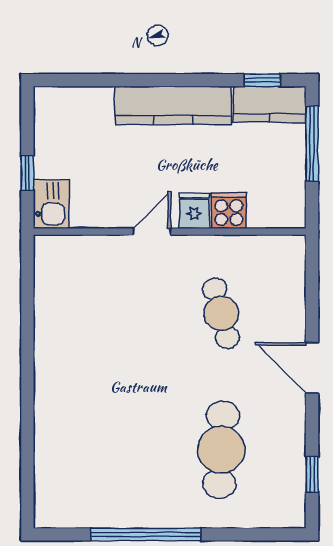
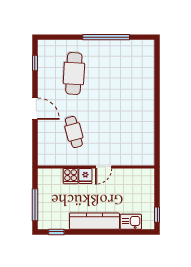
kitchen counter: (270, 104) -> (53, 222), removed
window: (27, 173) -> (157, 215), moved
kitchen sink: (51, 204) -> (131, 222), moved, turned 90

